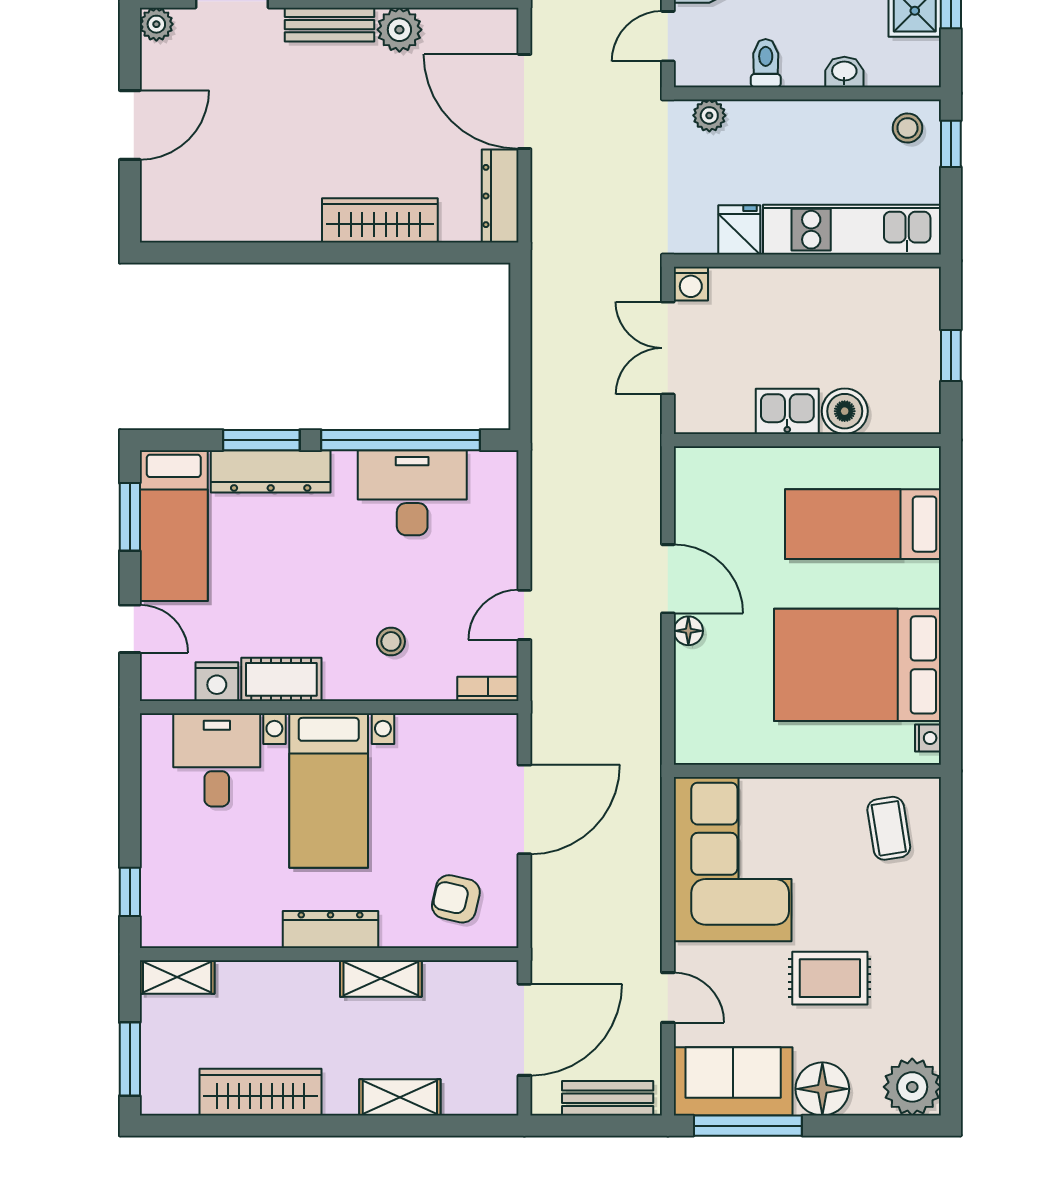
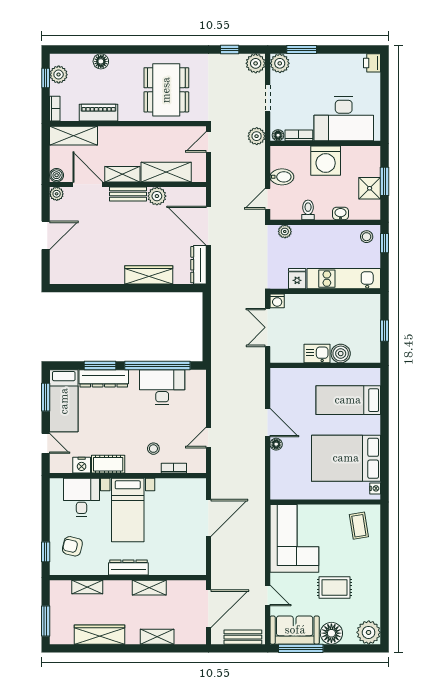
bookcase: (488, 689) -> (174, 468), moved
armchair: (456, 899) -> (72, 546), moved
shelving: (177, 977) -> (87, 587), moved

